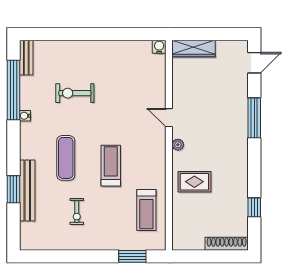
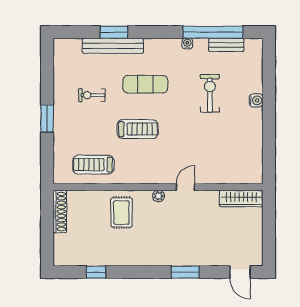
water cooler: (159, 47) -> (256, 100), moved
wardrobe: (194, 48) -> (241, 198), moved, turned -90
bench: (26, 58) -> (226, 45), moved
window: (254, 118) -> (185, 272), width x0.69
shoe rack: (227, 244) -> (60, 211), moved
window: (132, 256) -> (47, 118), moved

